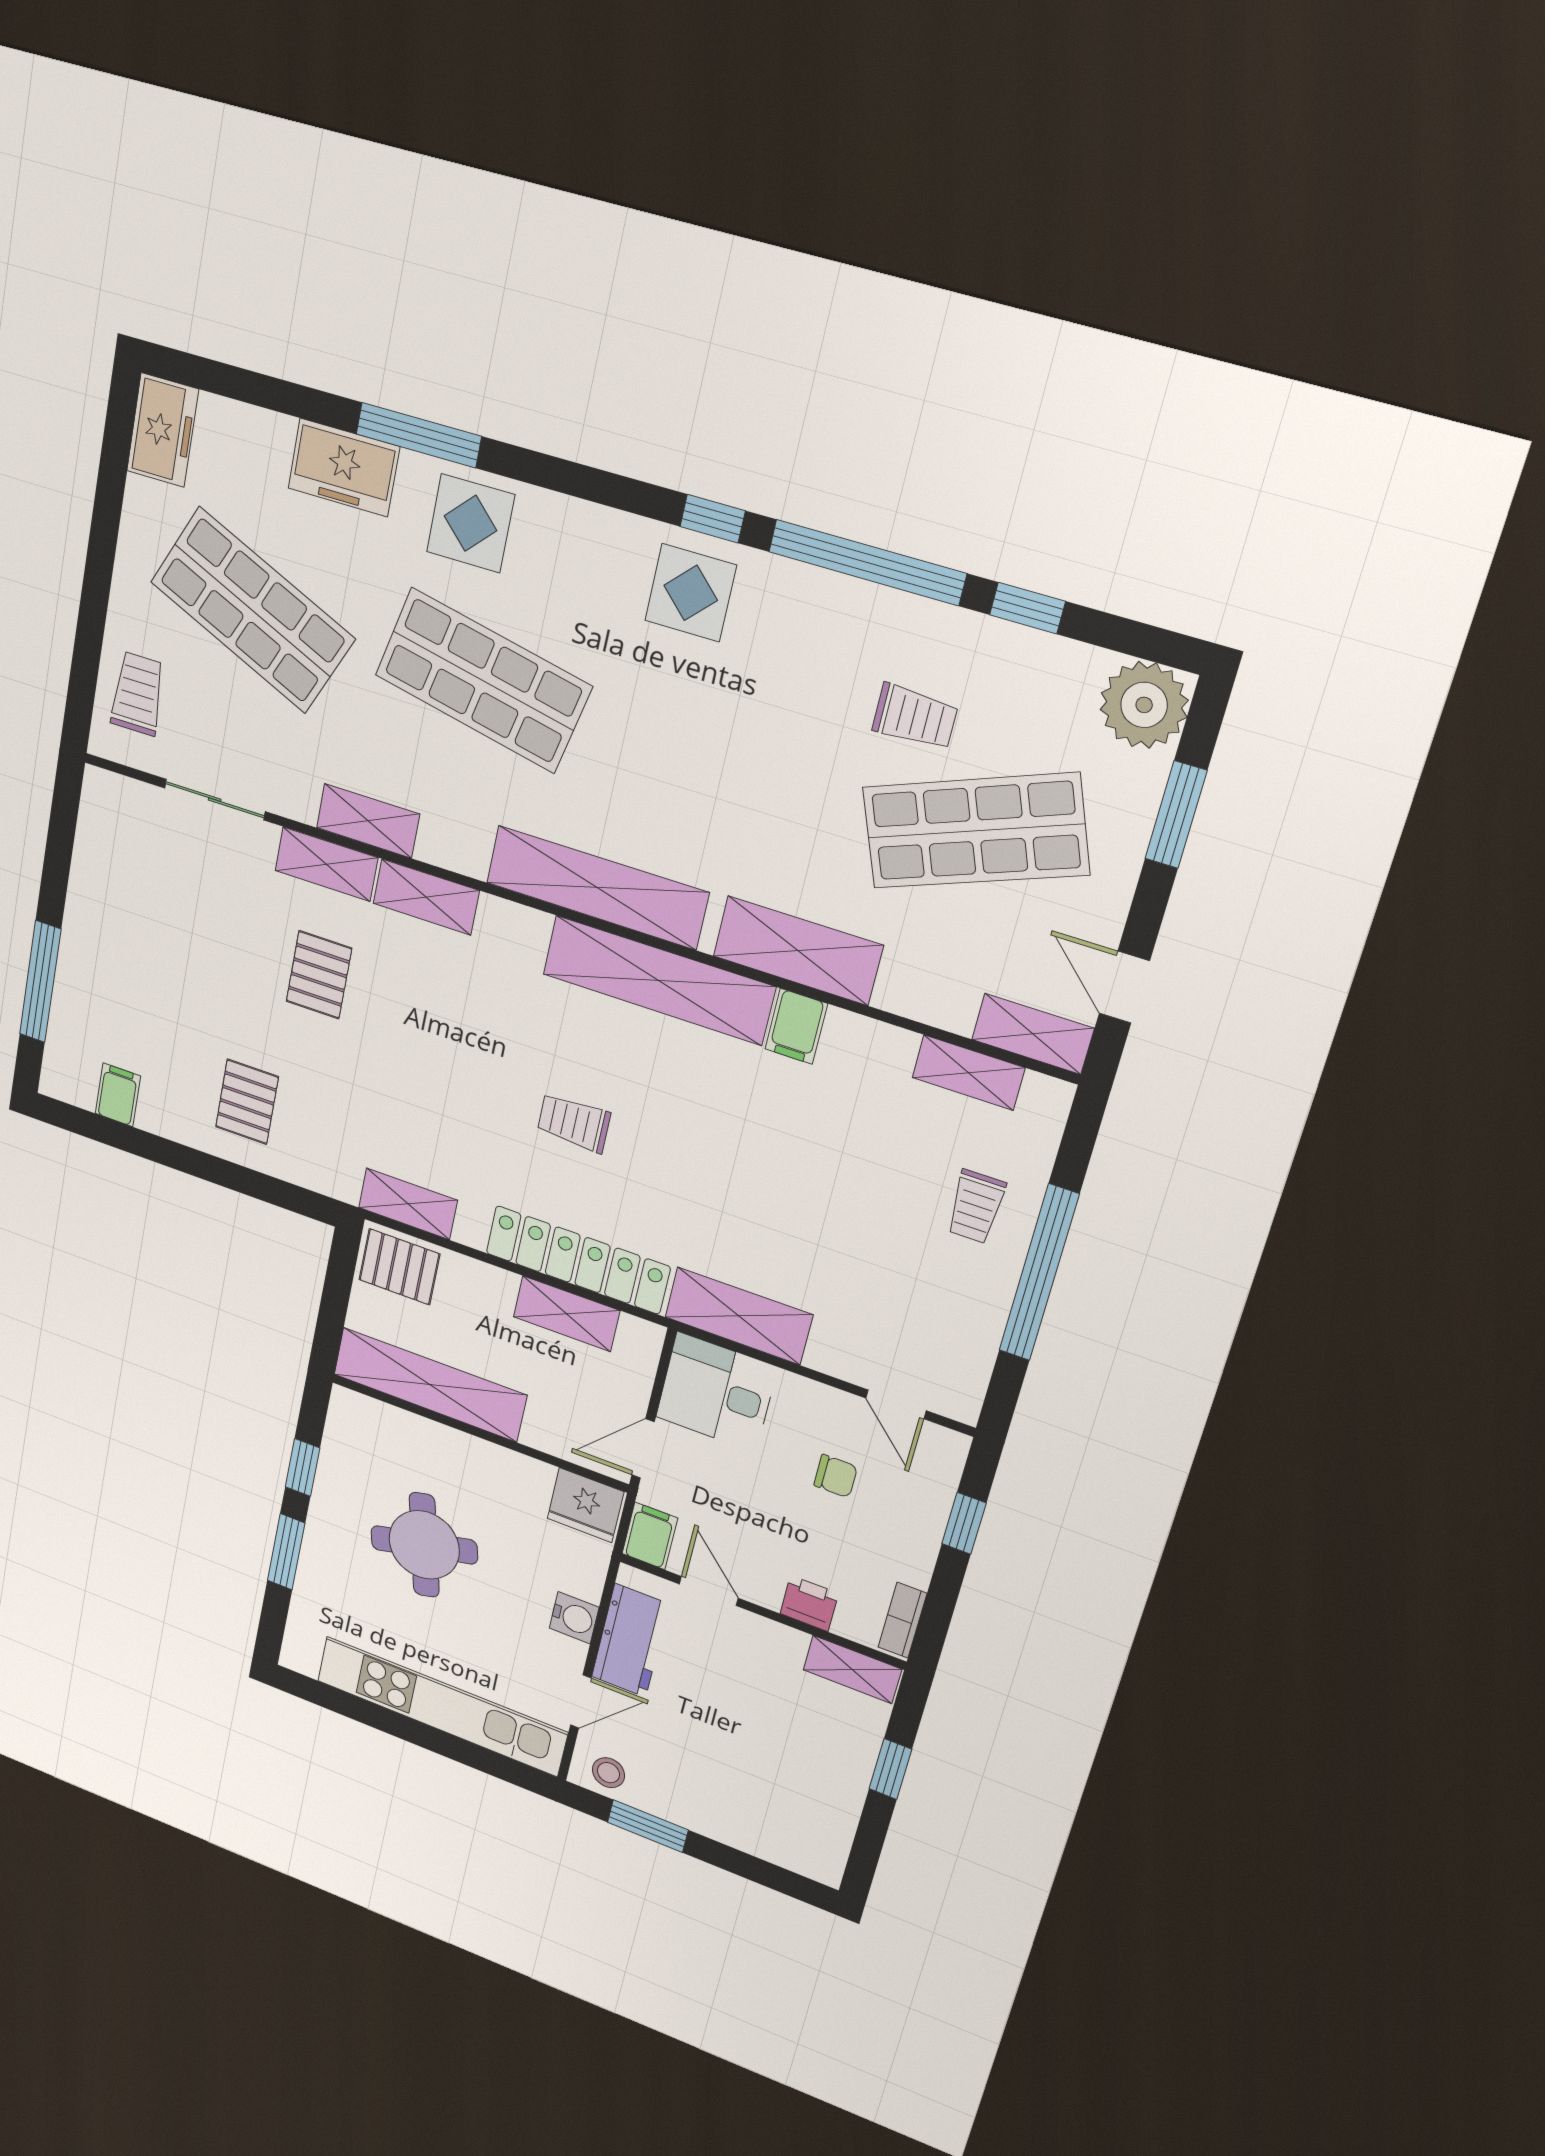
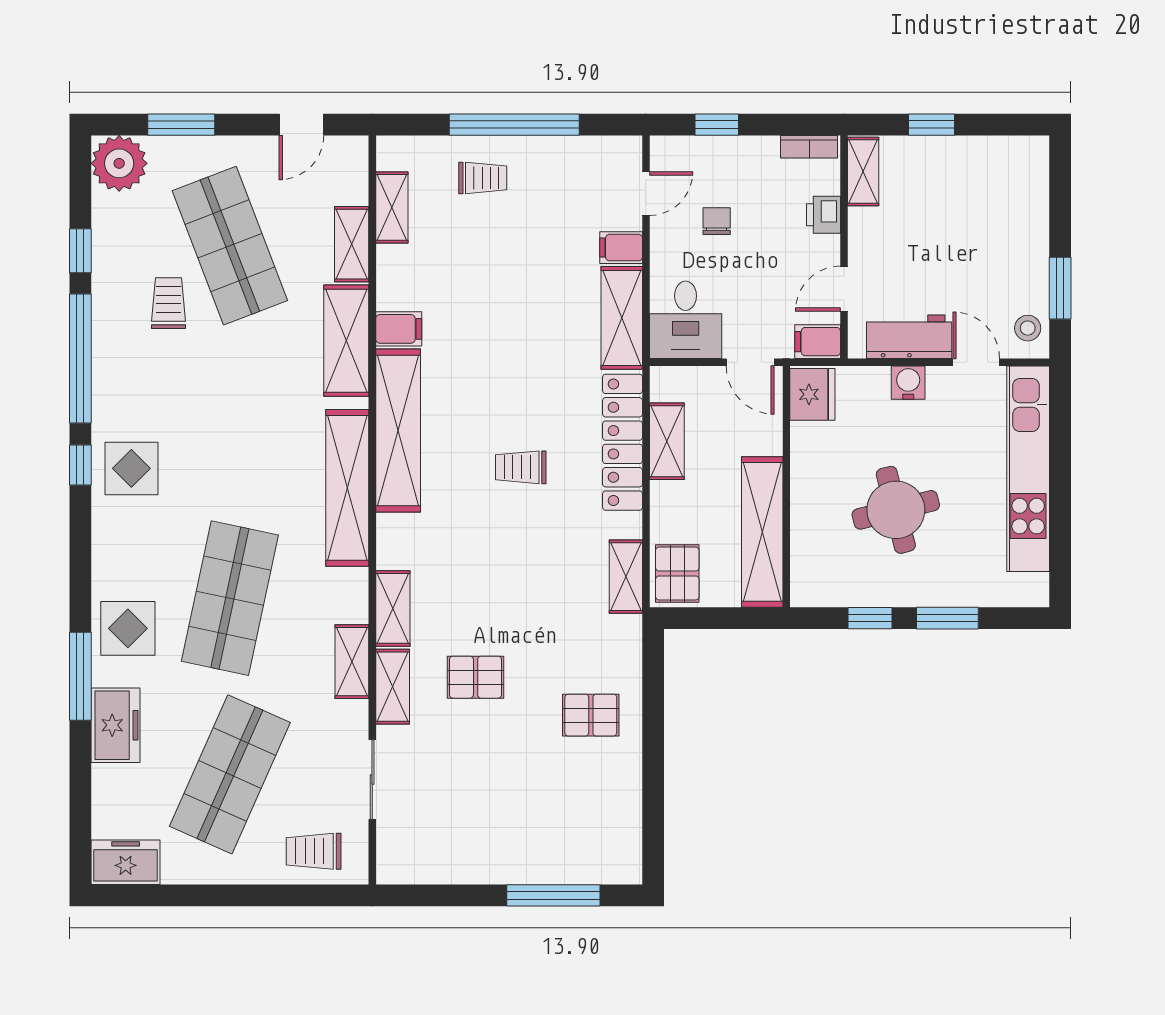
shelving: (1033, 1034) -> (352, 244), moved
filing cabinet: (118, 1095) -> (621, 248), moved
trolley: (574, 1123) -> (521, 467), turned 90

